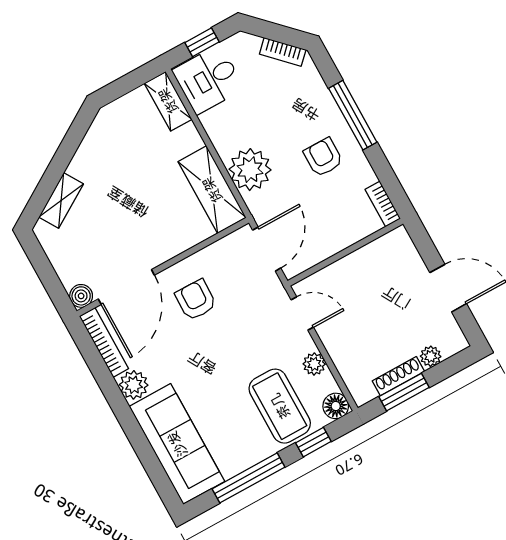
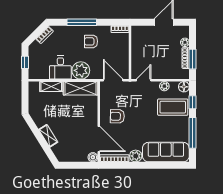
desk: (208, 79) -> (60, 68), moved
shelving: (168, 101) -> (51, 87), moved
shelving: (61, 200) -> (48, 136), moved

